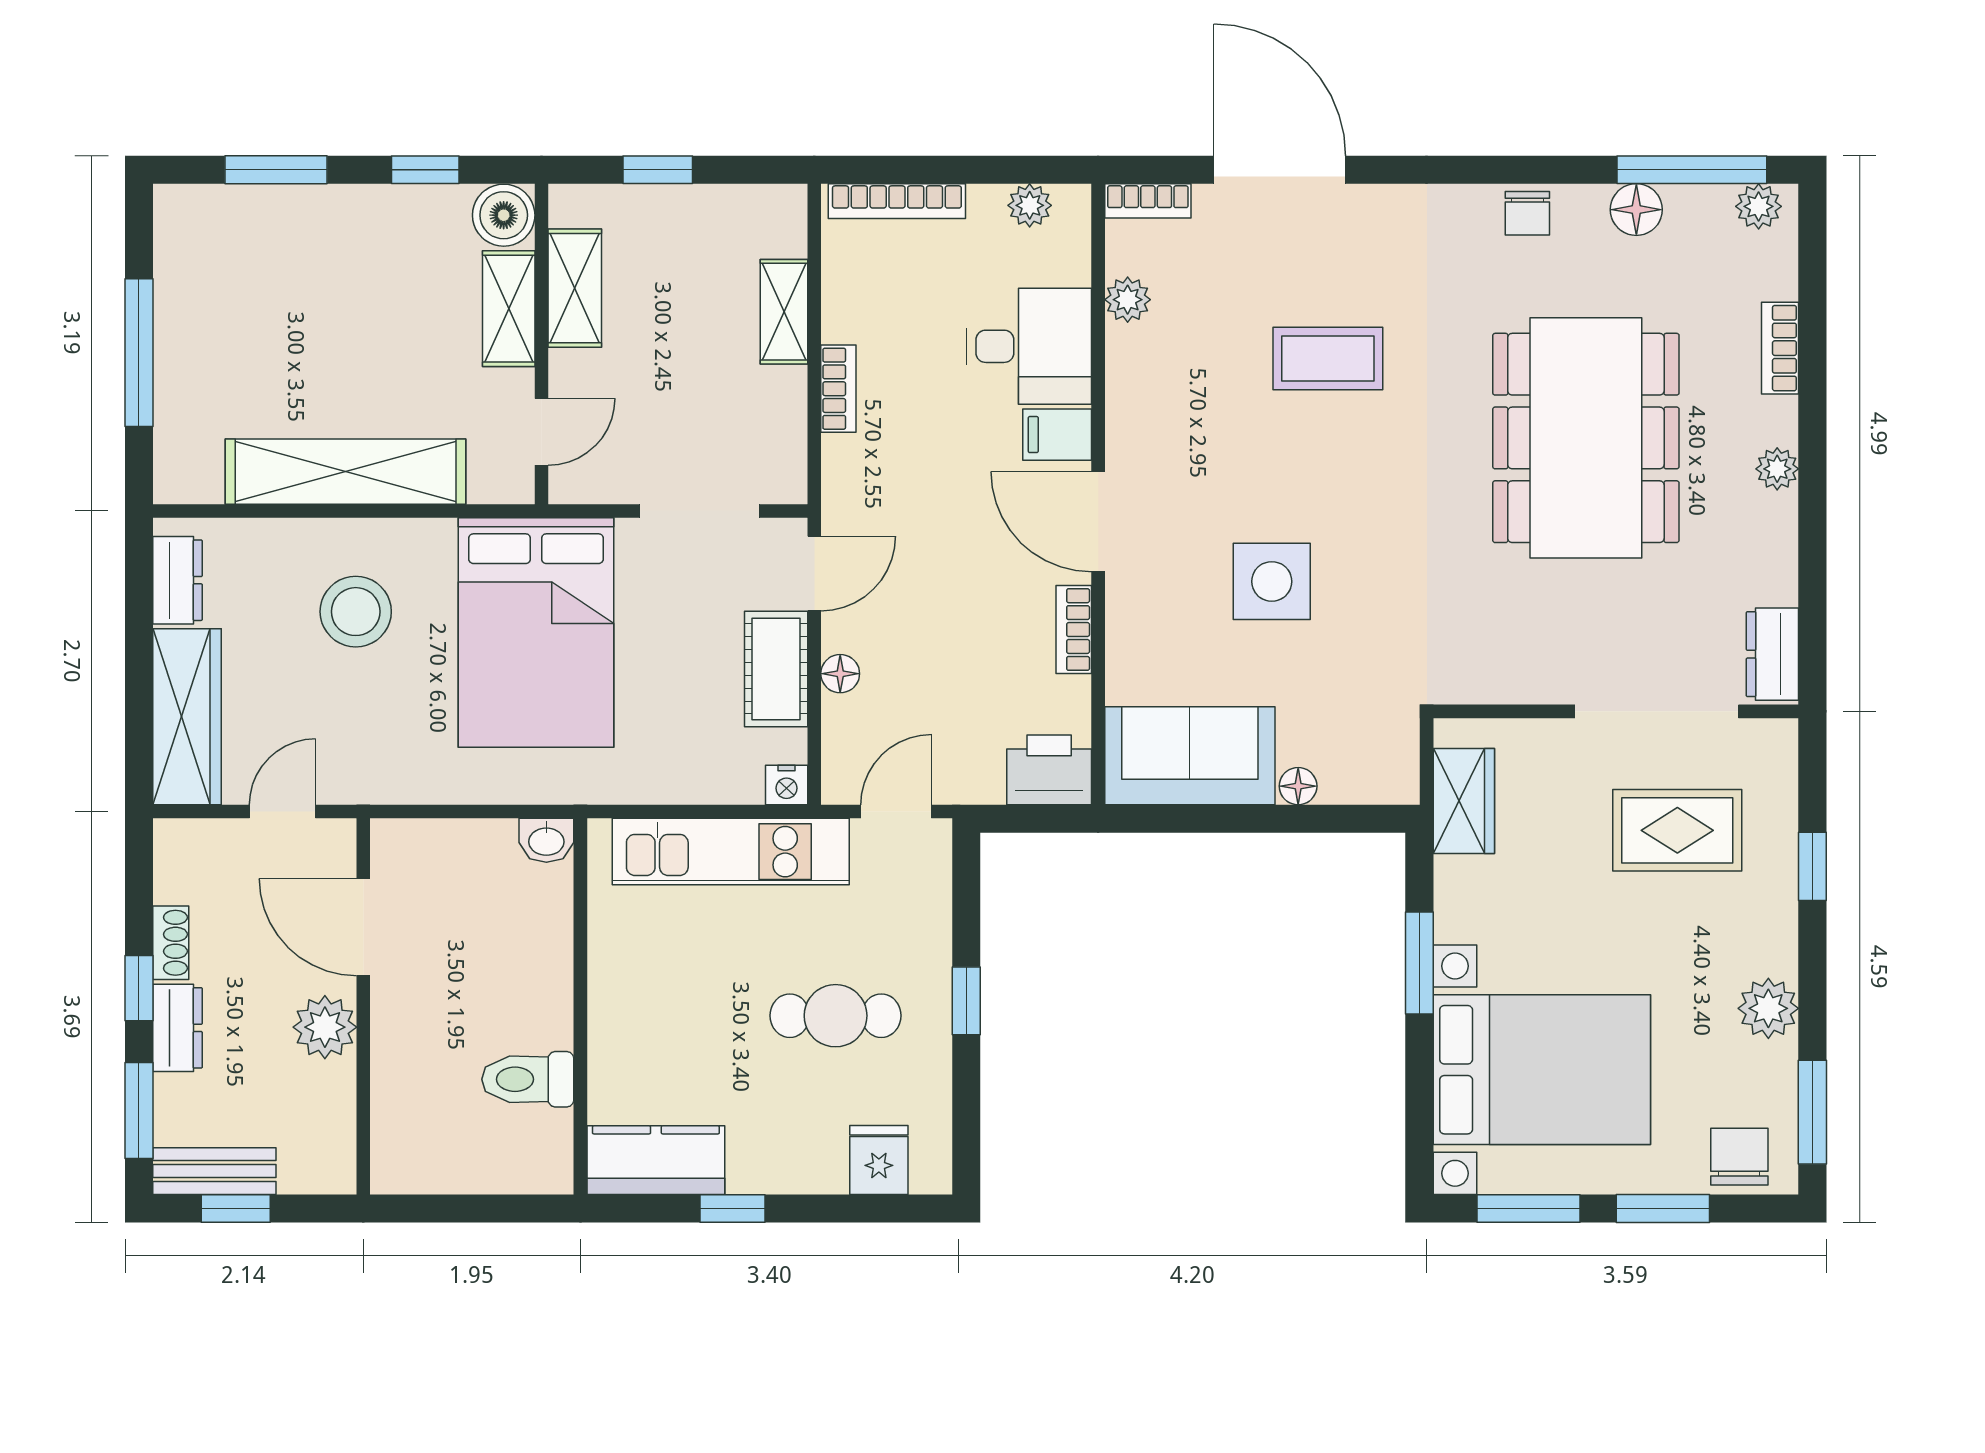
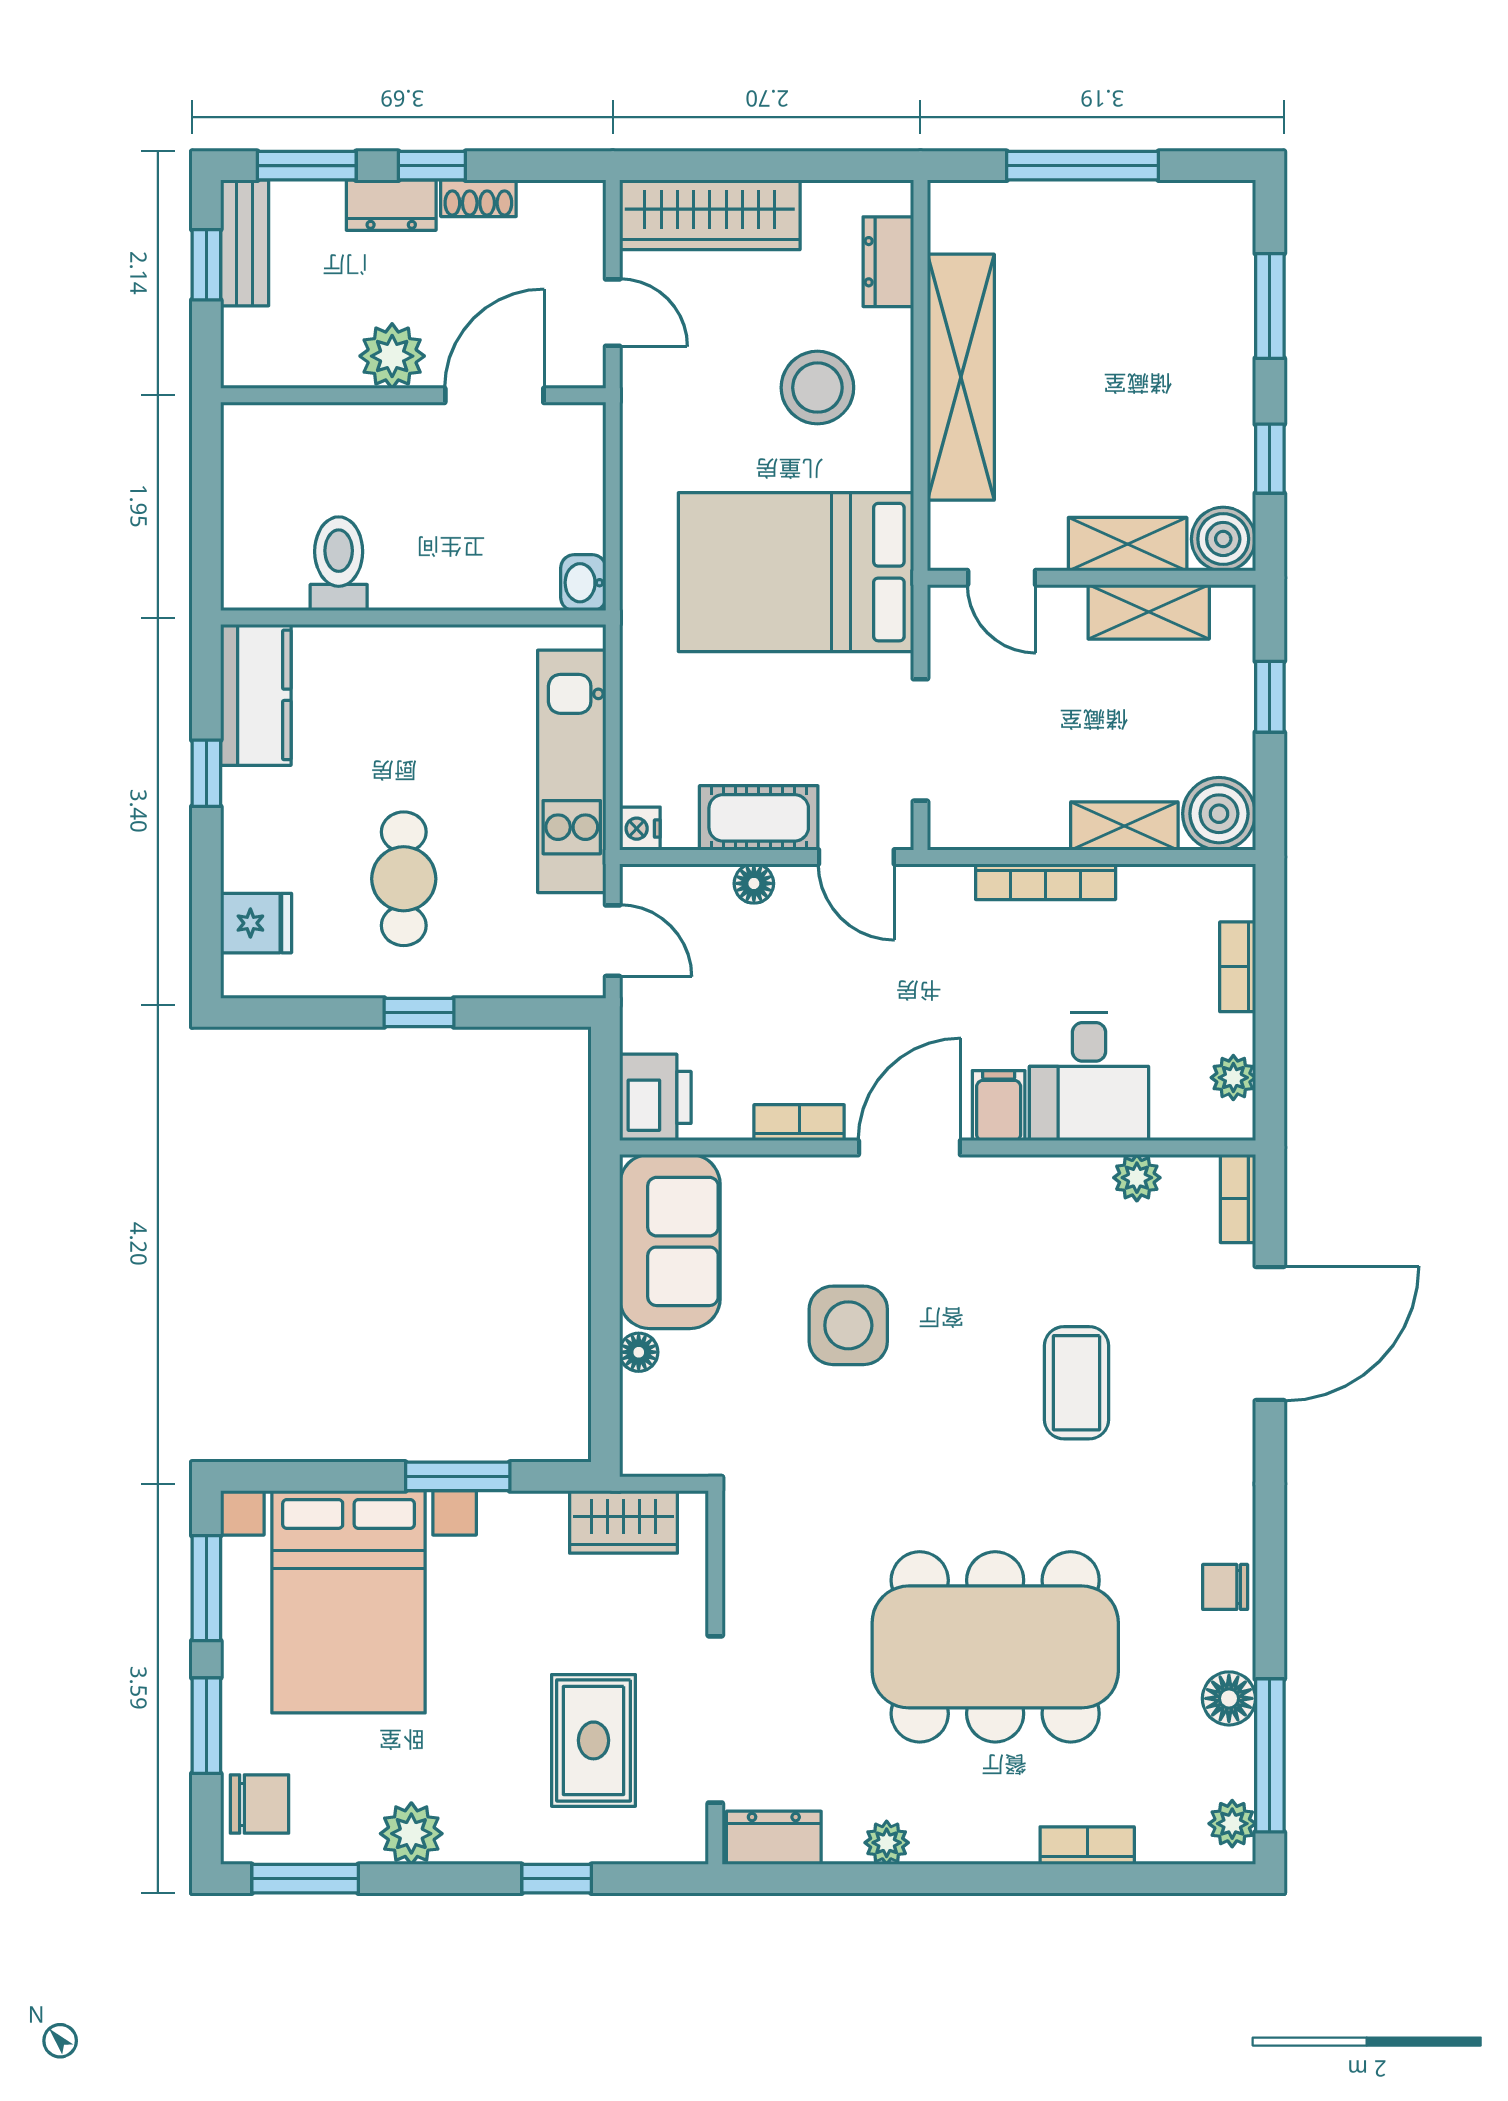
bookcase: (897, 201) -> (1238, 967), width x0.64
boiler: (772, 219) -> (1219, 814), added
bookcase: (838, 389) -> (1046, 882), width x1.56
plant: (1777, 469) -> (887, 1843), moved
dresser: (178, 580) -> (888, 262), moved, turned 90

